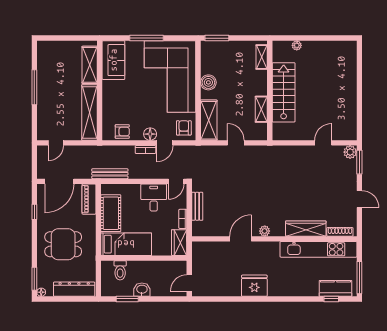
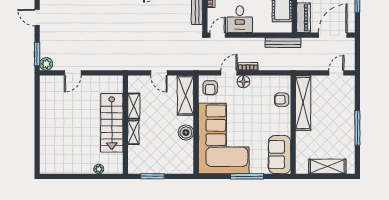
window: (217, 38) -> (152, 176), moved
shelving: (262, 57) -> (133, 132), moved
shelving: (90, 65) -> (327, 166), moved, turned 90
armchair: (122, 132) -> (282, 100), moved

